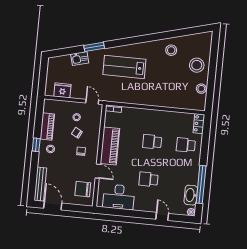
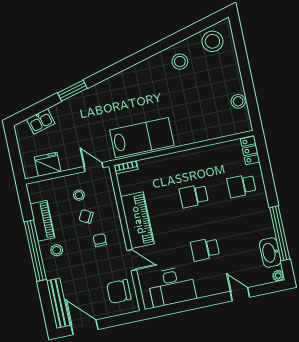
kitchen sink: (80, 58) -> (41, 121), moved
stool: (197, 65) -> (212, 41), moved
lab bench: (124, 67) -> (142, 138), moved, turned 180
window: (36, 145) -> (35, 251), width x3.17

